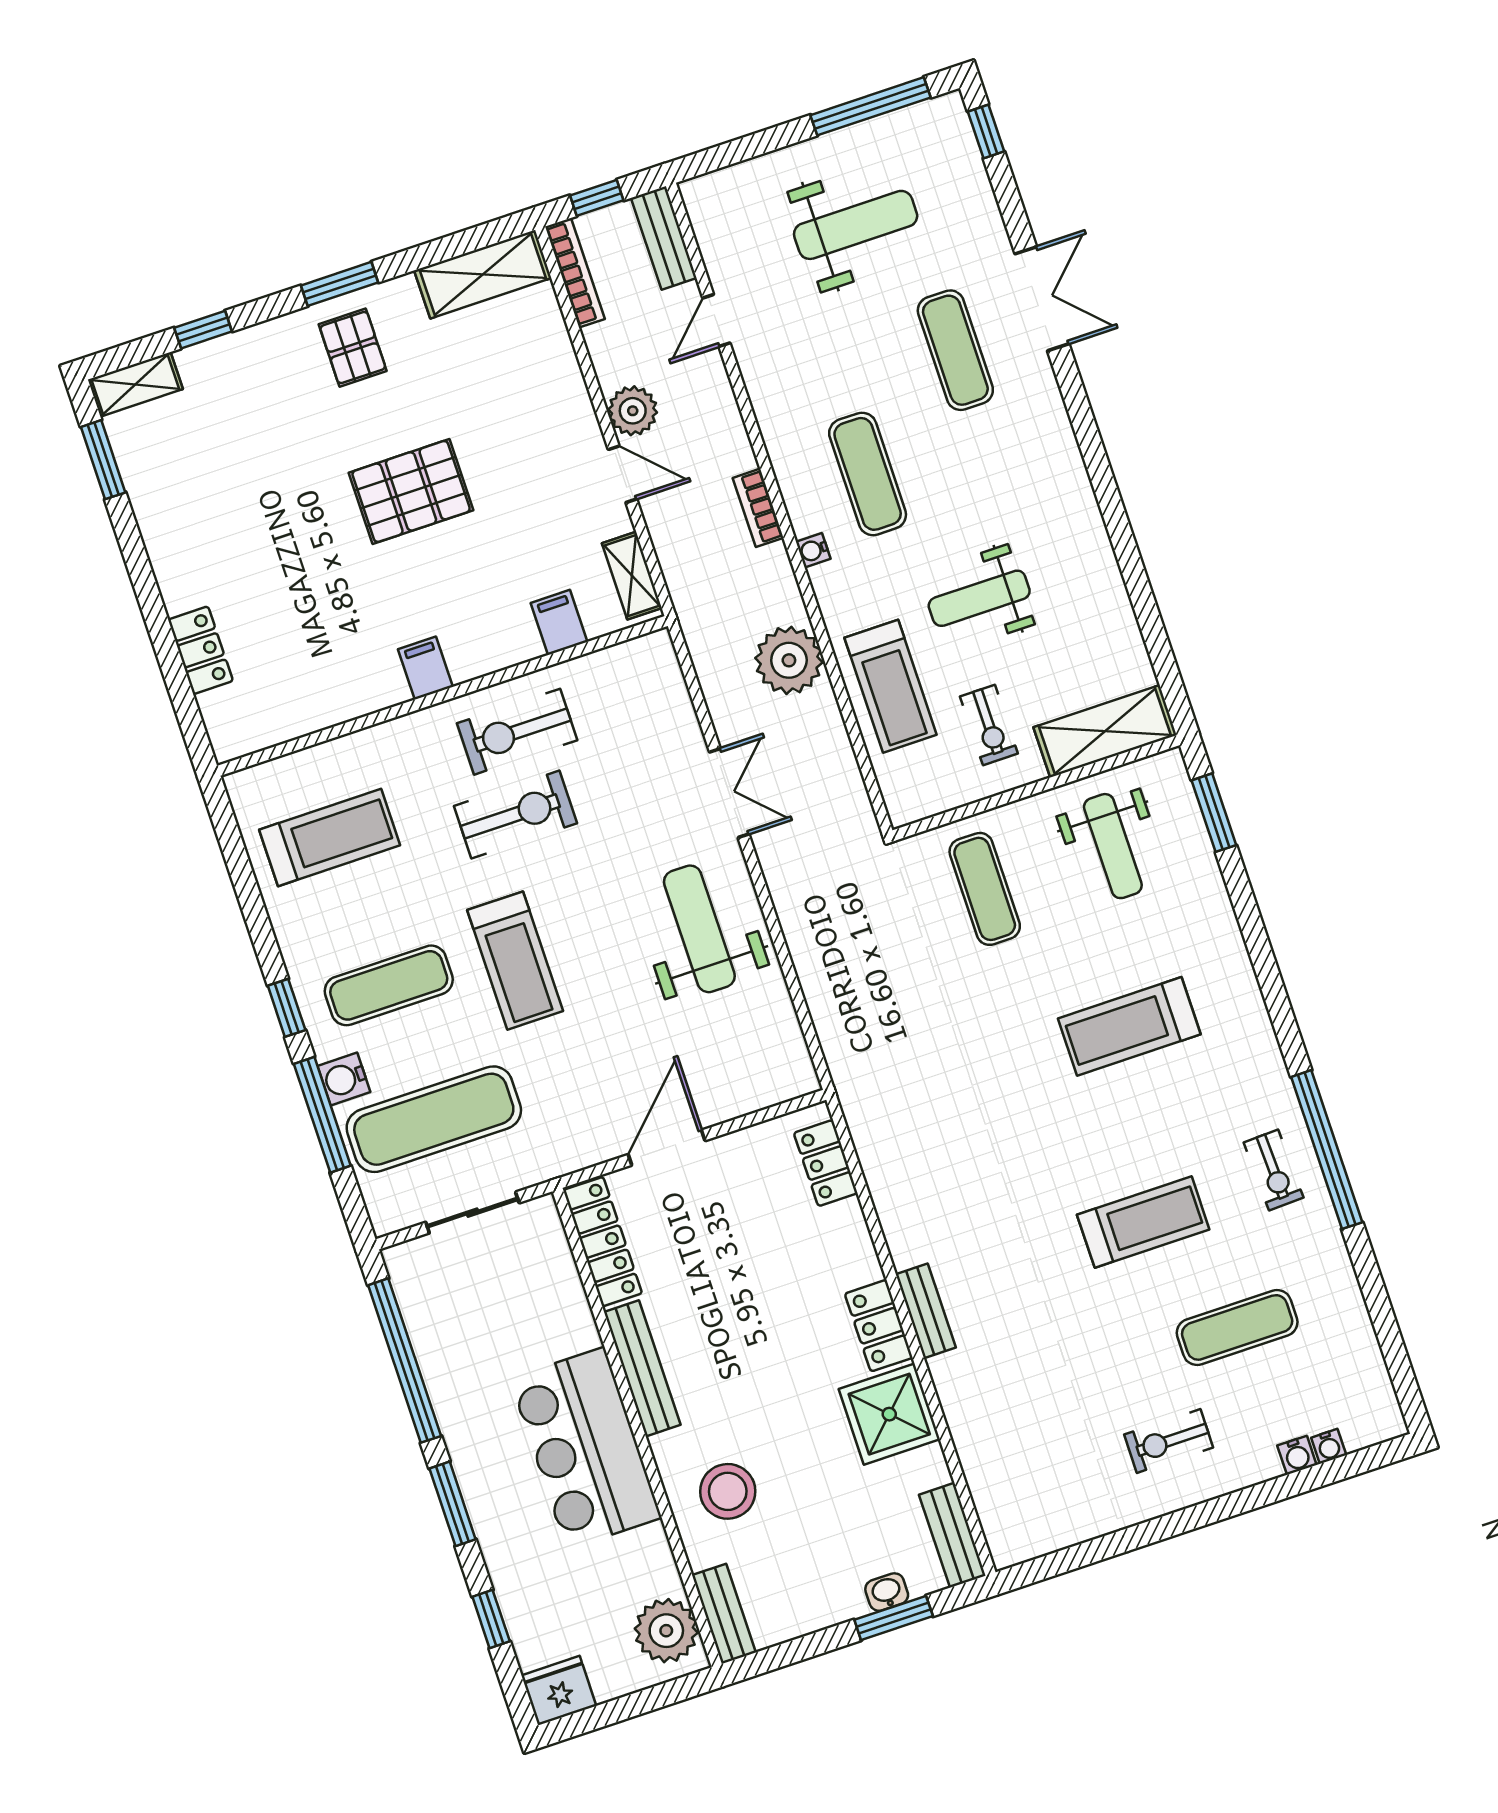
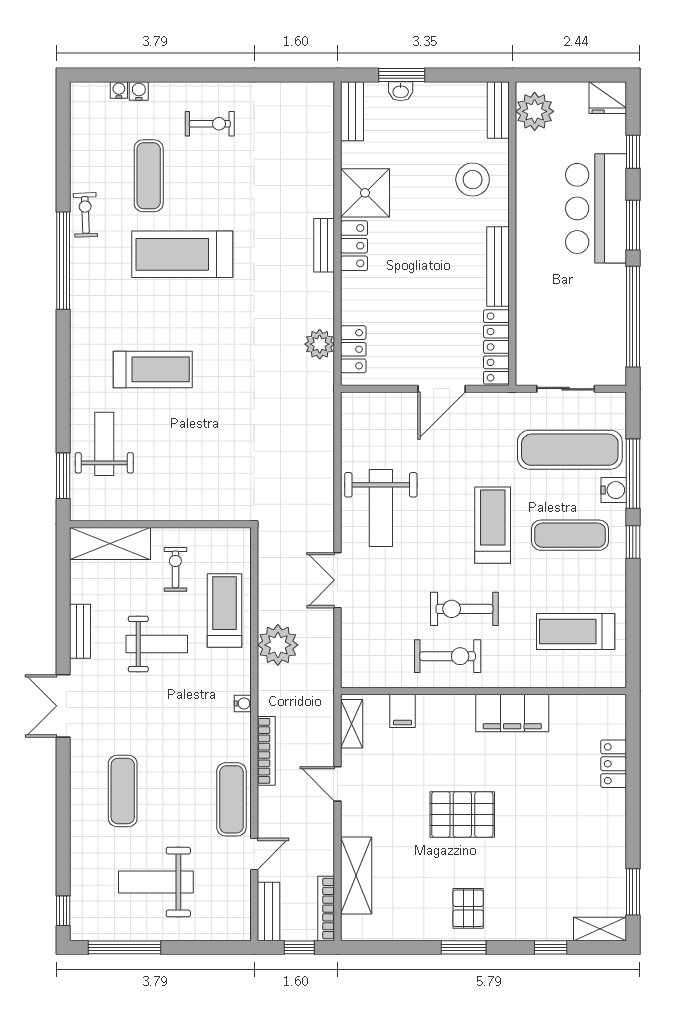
shelving: (483, 274) -> (356, 875), moved, turned 90
double door: (1042, 299) -> (63, 706), moved
plant: (633, 411) -> (320, 344), moved
exercise mat: (868, 474) -> (231, 799), moved
bookcase: (758, 508) -> (266, 751), width x1.56
bench: (1106, 578) -> (80, 631), added
filing cabinet: (425, 668) -> (512, 713), width x3.00, depth x1.17
weight bench: (1113, 846) -> (104, 444), moved
exercise mat: (985, 889) -> (209, 476), removed
exercise bike: (1274, 1170) -> (85, 215), moved
treadmill: (1143, 1222) -> (182, 254), width x1.37, depth x1.38
exercise mat: (1237, 1327) -> (149, 176), turned 90
bar counter: (586, 1448) -> (596, 208), moved, turned 180

